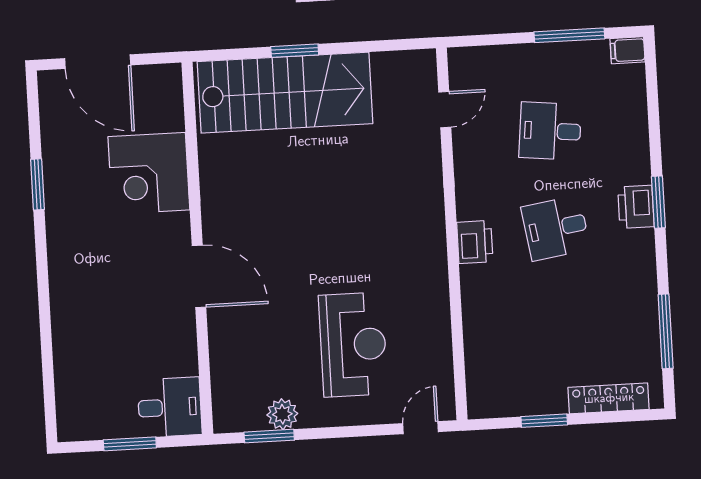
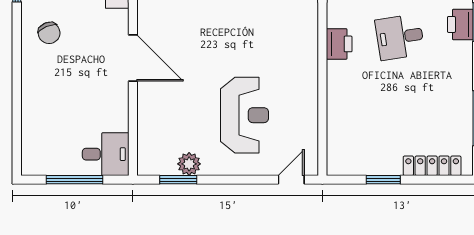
chair: (85, 249) -> (49, 33), added
window: (130, 444) -> (74, 180), width x1.44

